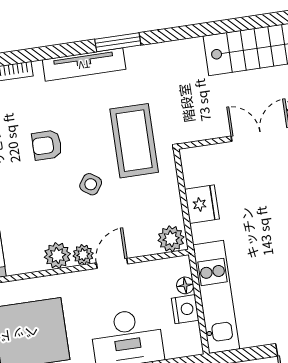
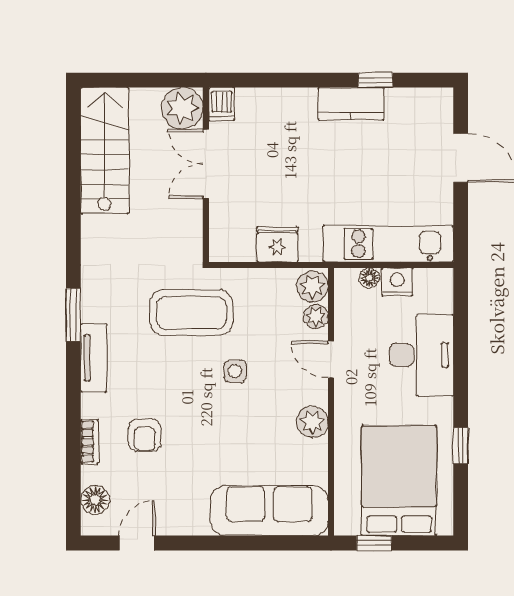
tv unit: (84, 65) -> (94, 358), width x0.71
armchair: (47, 145) -> (145, 435), moved
side table: (91, 184) -> (235, 371), turned -35
plant: (83, 255) -> (316, 317), moved

